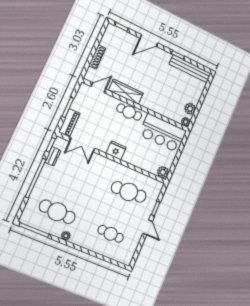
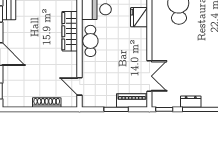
wardrobe: (126, 92) -> (70, 31), moved
fridge: (116, 150) -> (139, 17), moved
dresser: (53, 156) -> (191, 102), moved

